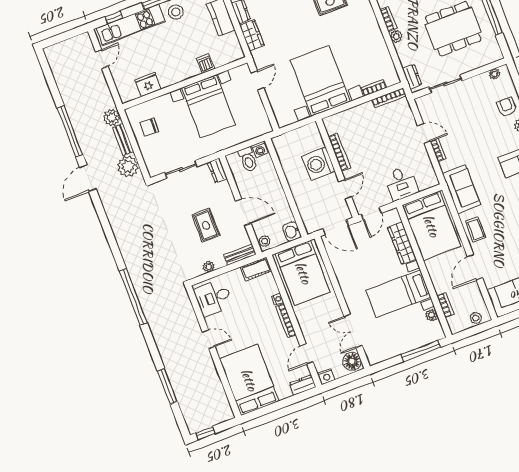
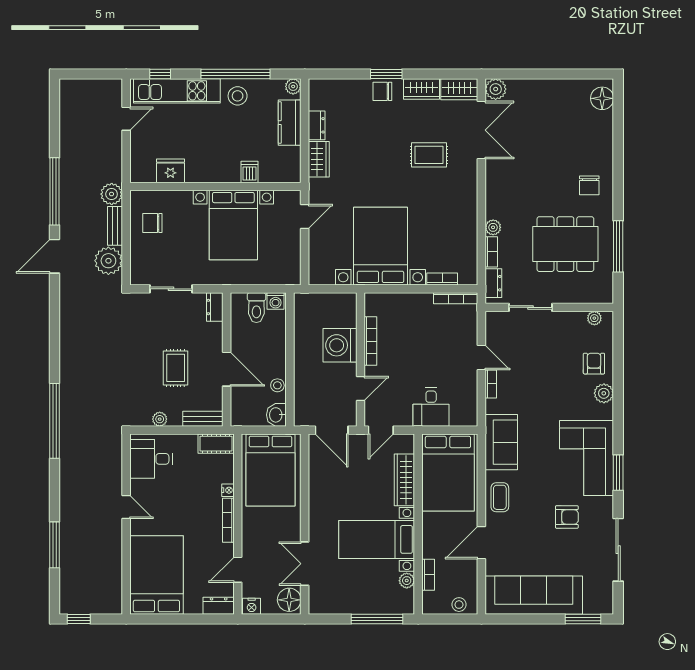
bookcase: (388, 19) -> (491, 252), moved
stool: (265, 241) -> (277, 385), moved

